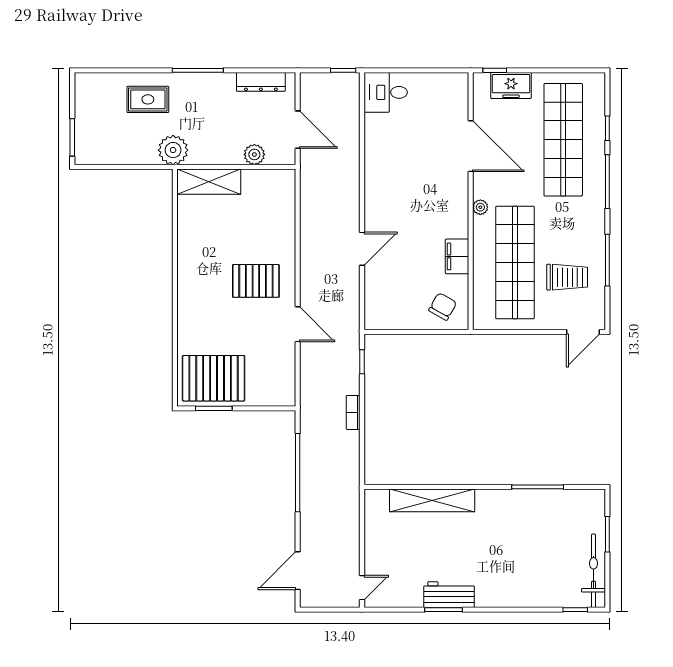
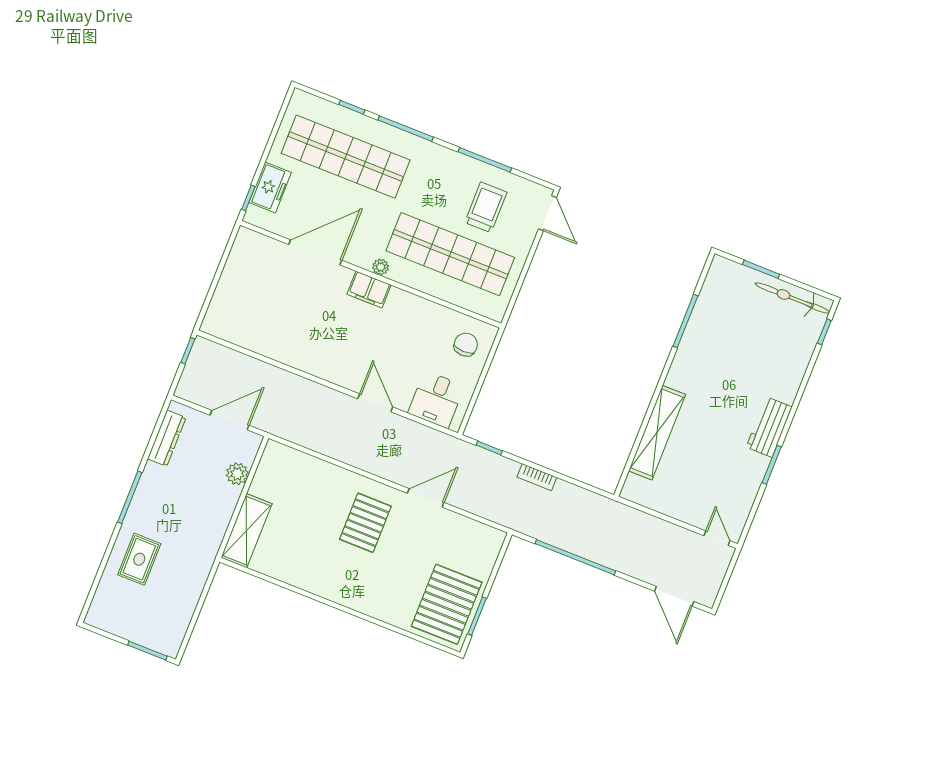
desk: (386, 92) -> (436, 399), moved
plant: (173, 150) -> (200, 554), removed
filing cabinet: (457, 256) -> (369, 290), moved
chair: (443, 306) -> (466, 345), turned 61
workbench: (449, 595) -> (769, 427), moved

